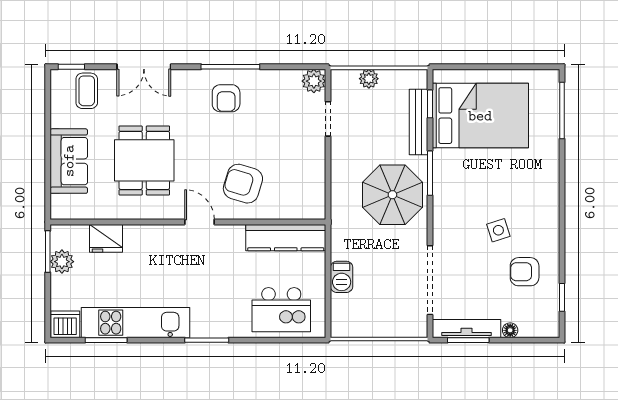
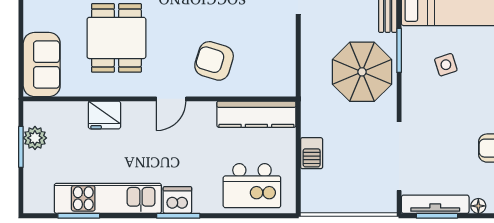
sofa: (69, 161) -> (42, 65), moved
door: (199, 222) -> (171, 99), swing flipped
side table: (498, 230) -> (446, 65), moved
fridge: (106, 238) -> (104, 115), moved
window: (48, 252) -> (21, 147), moved
dishwasher: (65, 324) -> (177, 200), moved

